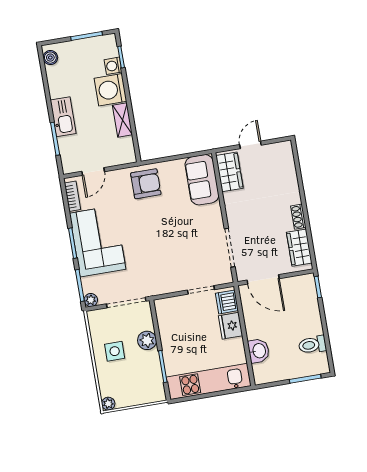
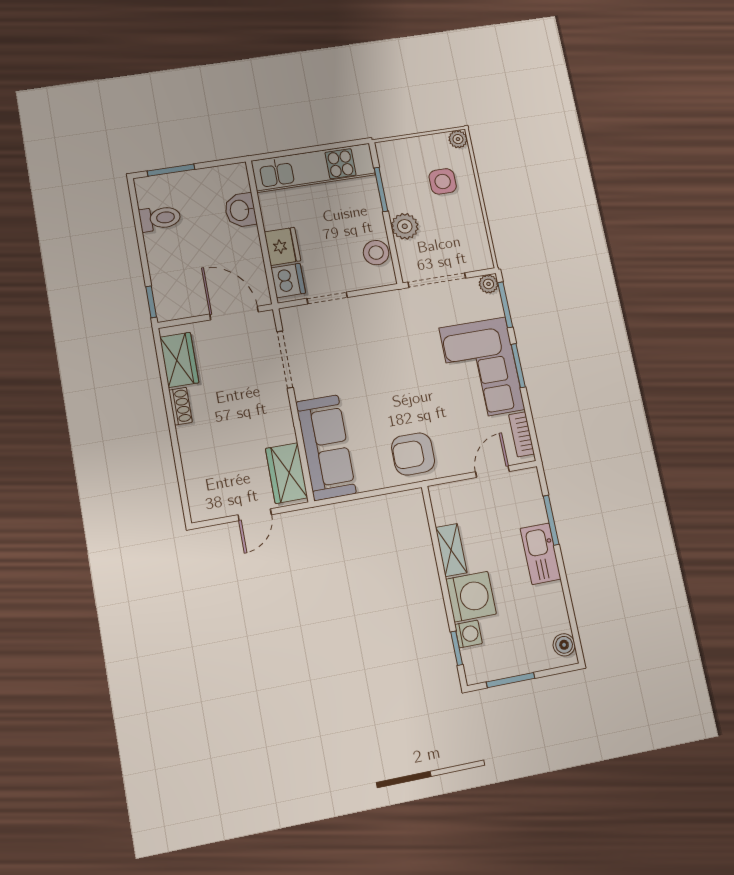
sofa: (202, 180) -> (326, 448), width x1.36
stool: (167, 322) -> (376, 253), added
side table: (115, 351) -> (443, 181), moved

